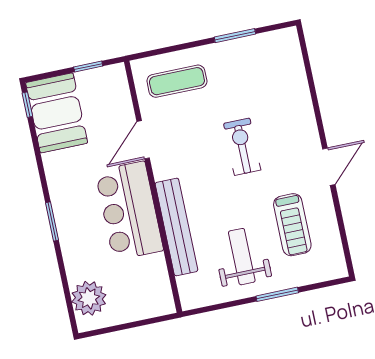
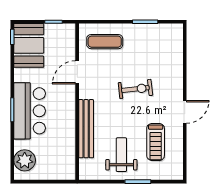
exercise bike: (242, 147) -> (135, 89), turned 84
bar counter: (129, 211) -> (30, 111), moved, turned 180

